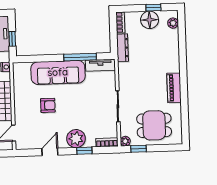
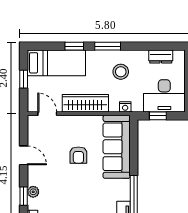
sofa: (58, 72) -> (117, 147), moved
plant: (76, 139) -> (33, 192), width x0.53, depth x0.53

